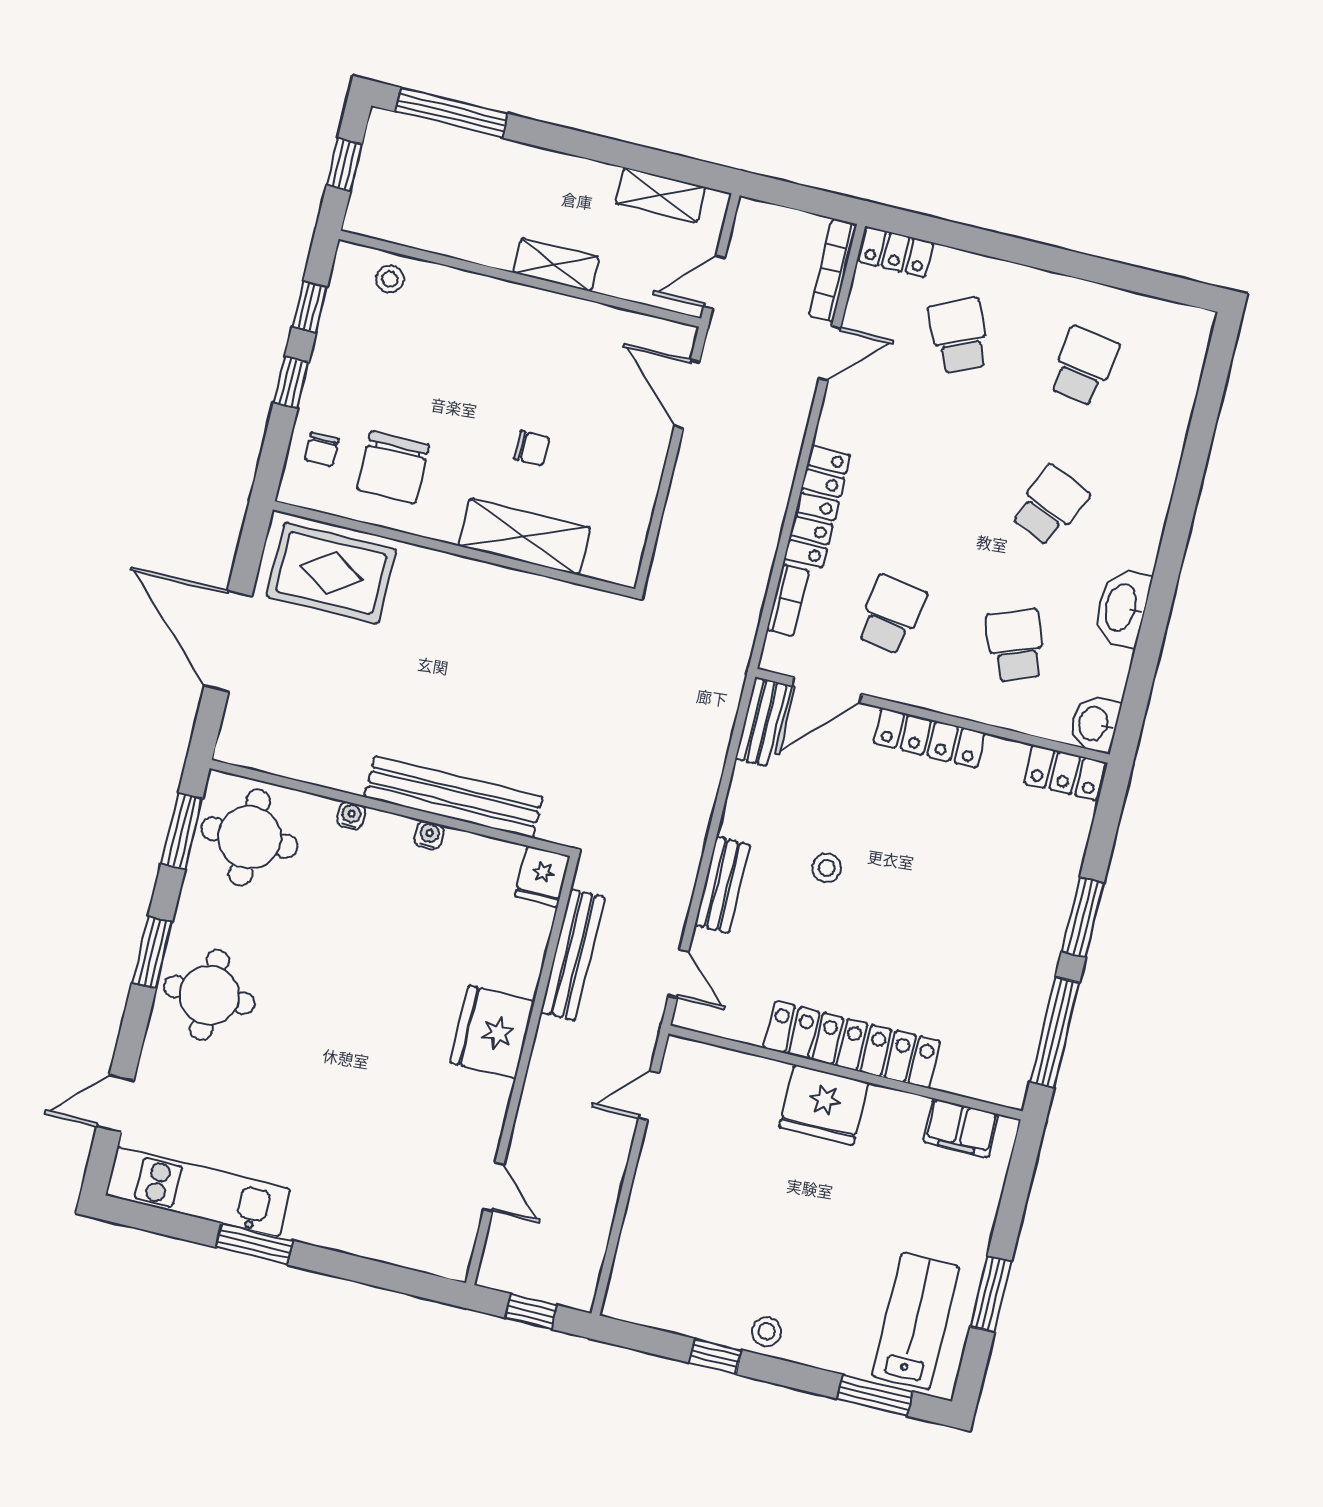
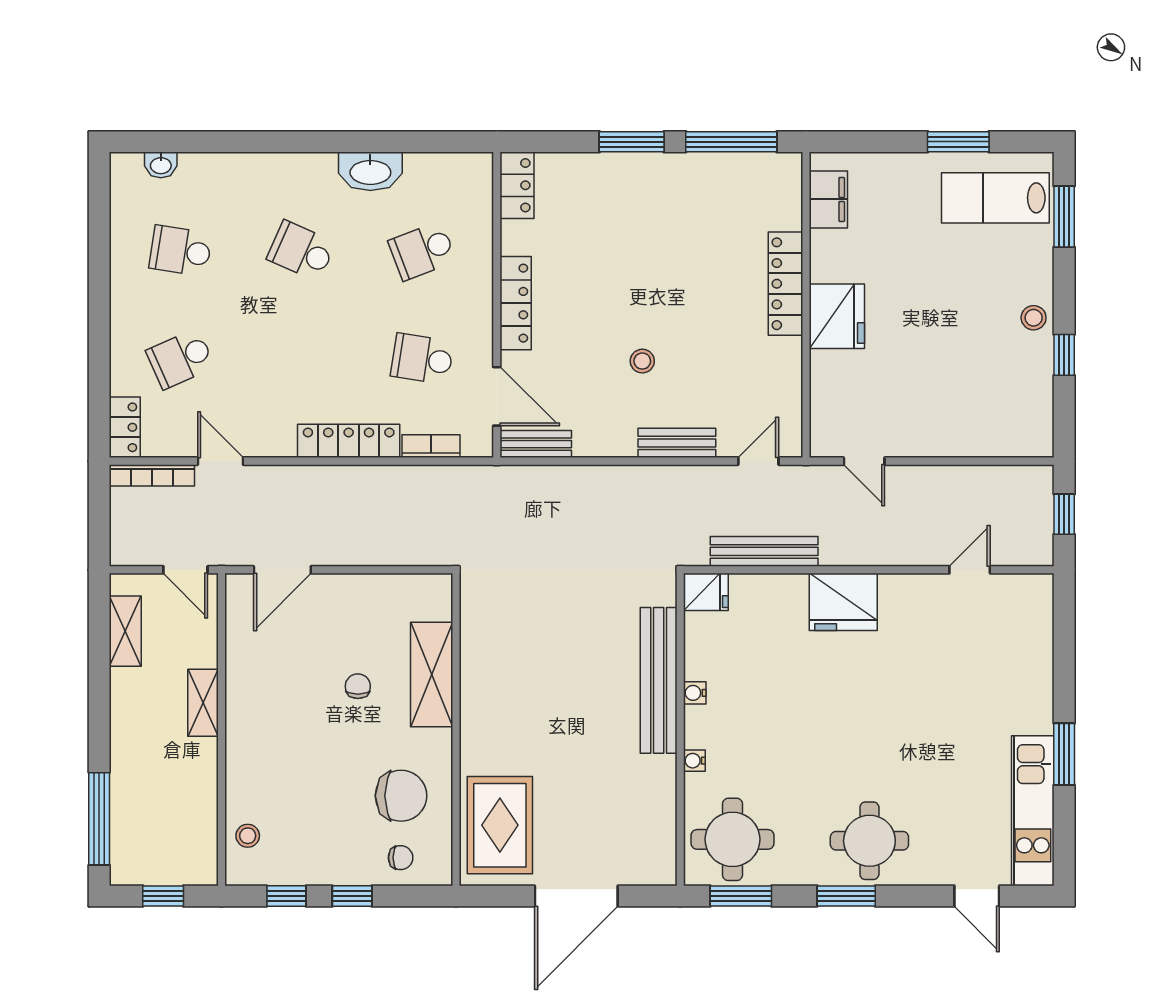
washbasin: (1094, 724) -> (161, 165), moved, width x0.72, depth x0.69
locker: (852, 1045) -> (785, 284), width x0.71, depth x0.83

